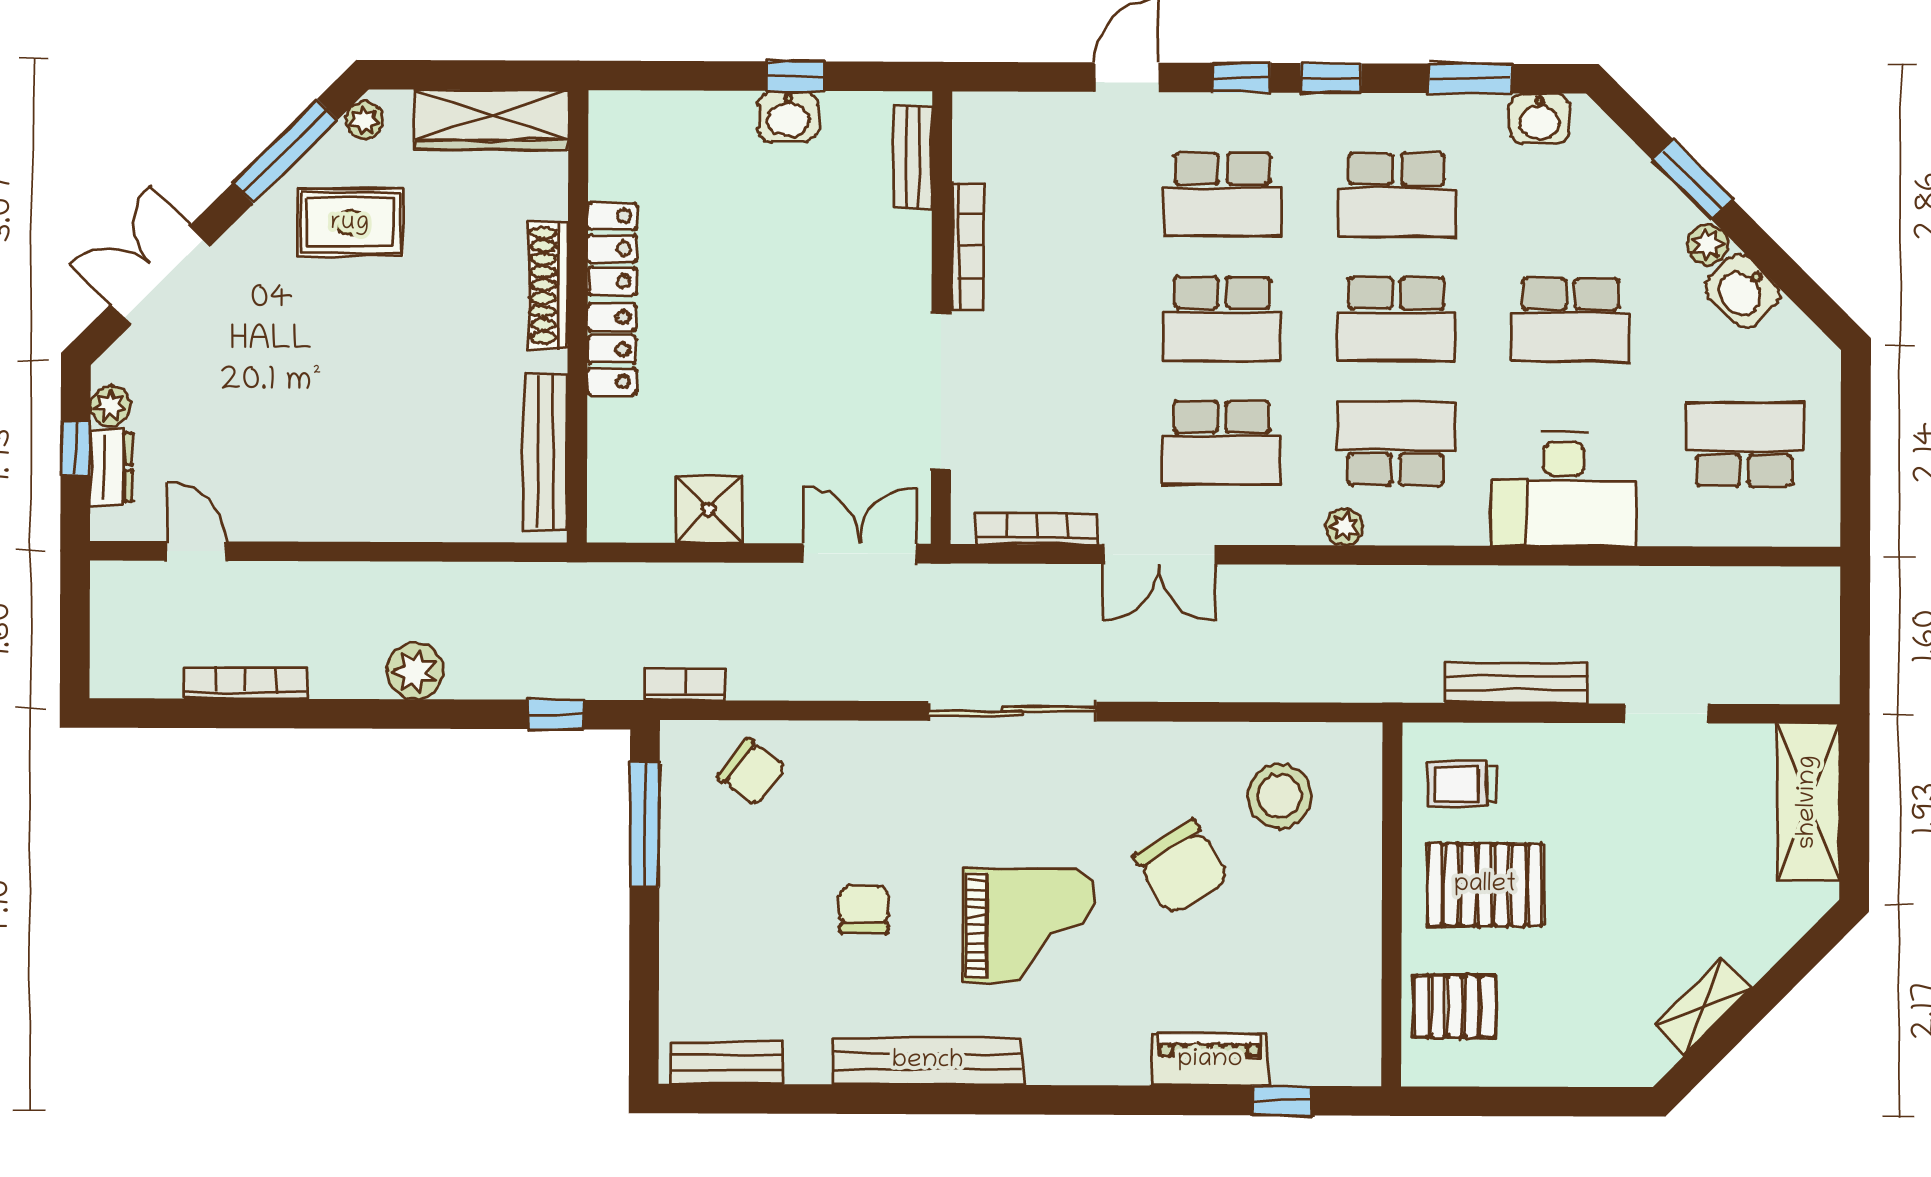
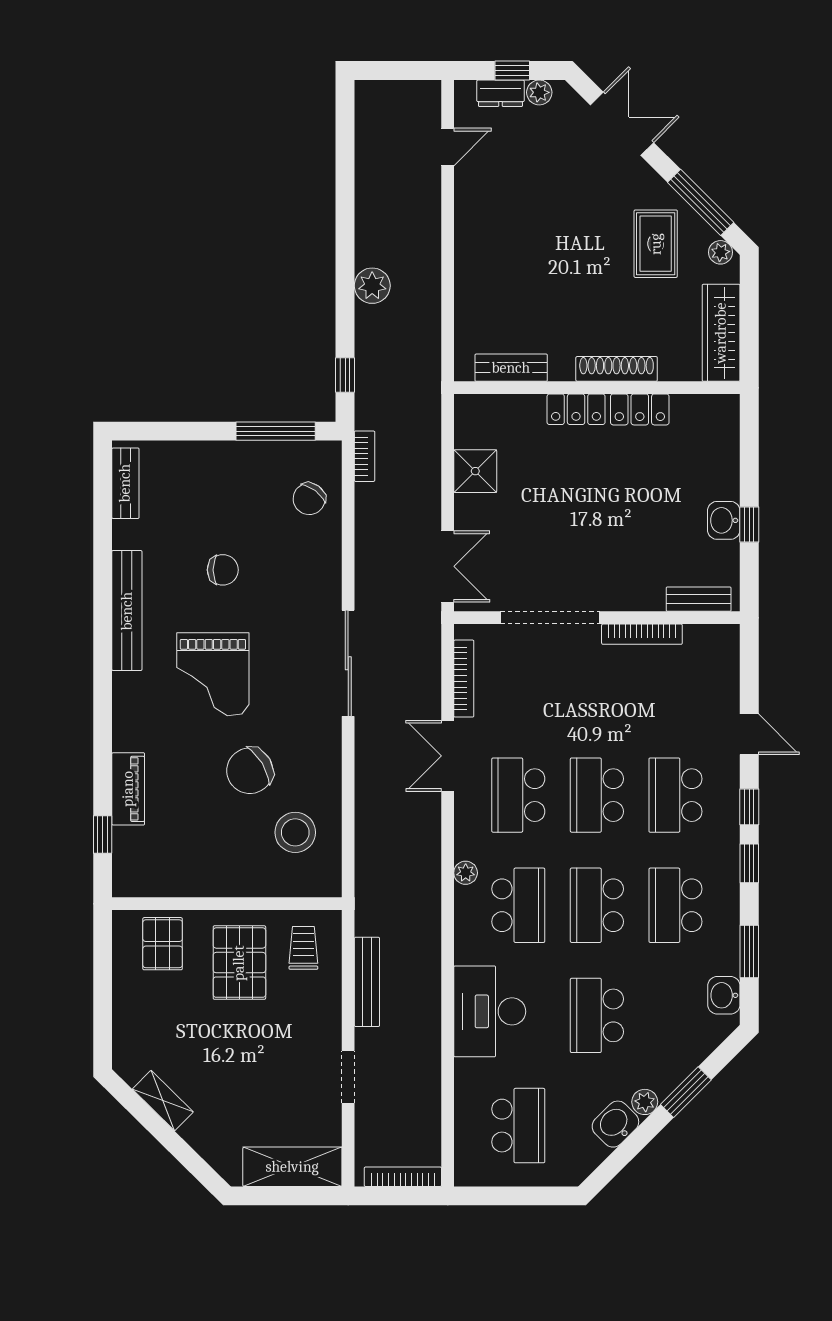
bench: (546, 452) -> (511, 368), width x0.73
bookcase: (246, 683) -> (403, 1177), moved, turned -90

